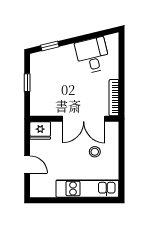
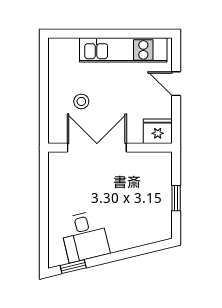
window: (50, 46) -> (73, 267), moved
bookcase: (114, 98) -> (55, 177), removed
kitchen unit: (87, 189) -> (123, 50), moved

